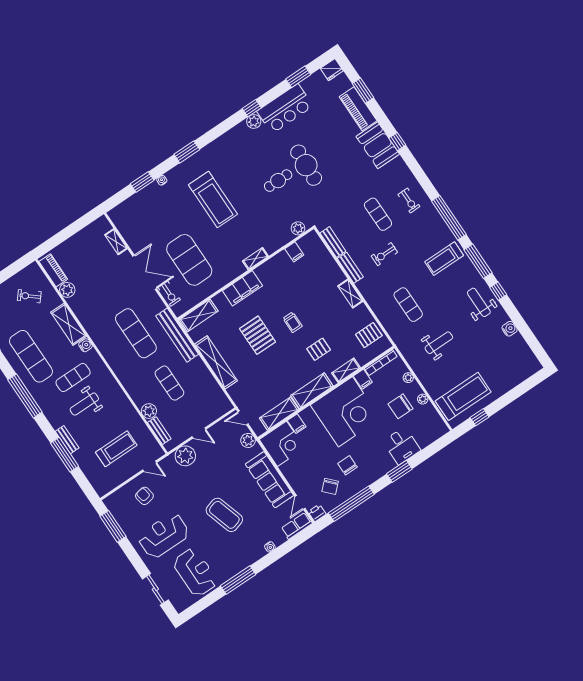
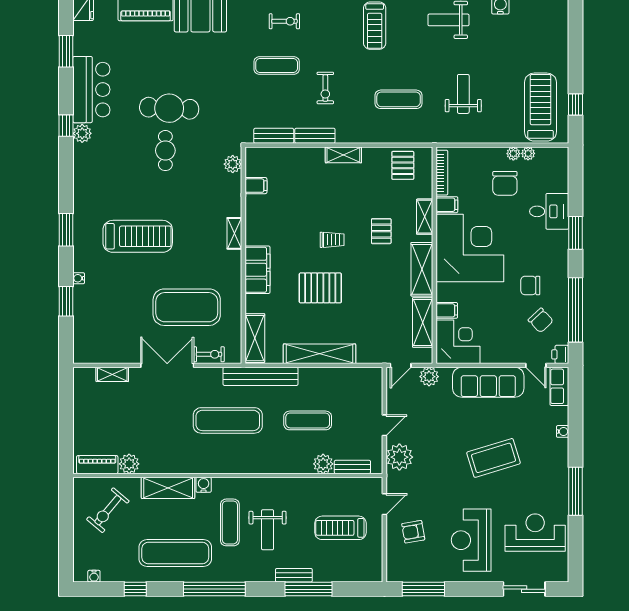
exercise bike: (29, 296) -> (108, 510), width x1.38, depth x1.39
plant: (408, 378) -> (528, 153), moved
treadmill: (116, 449) -> (340, 528), turned -90

